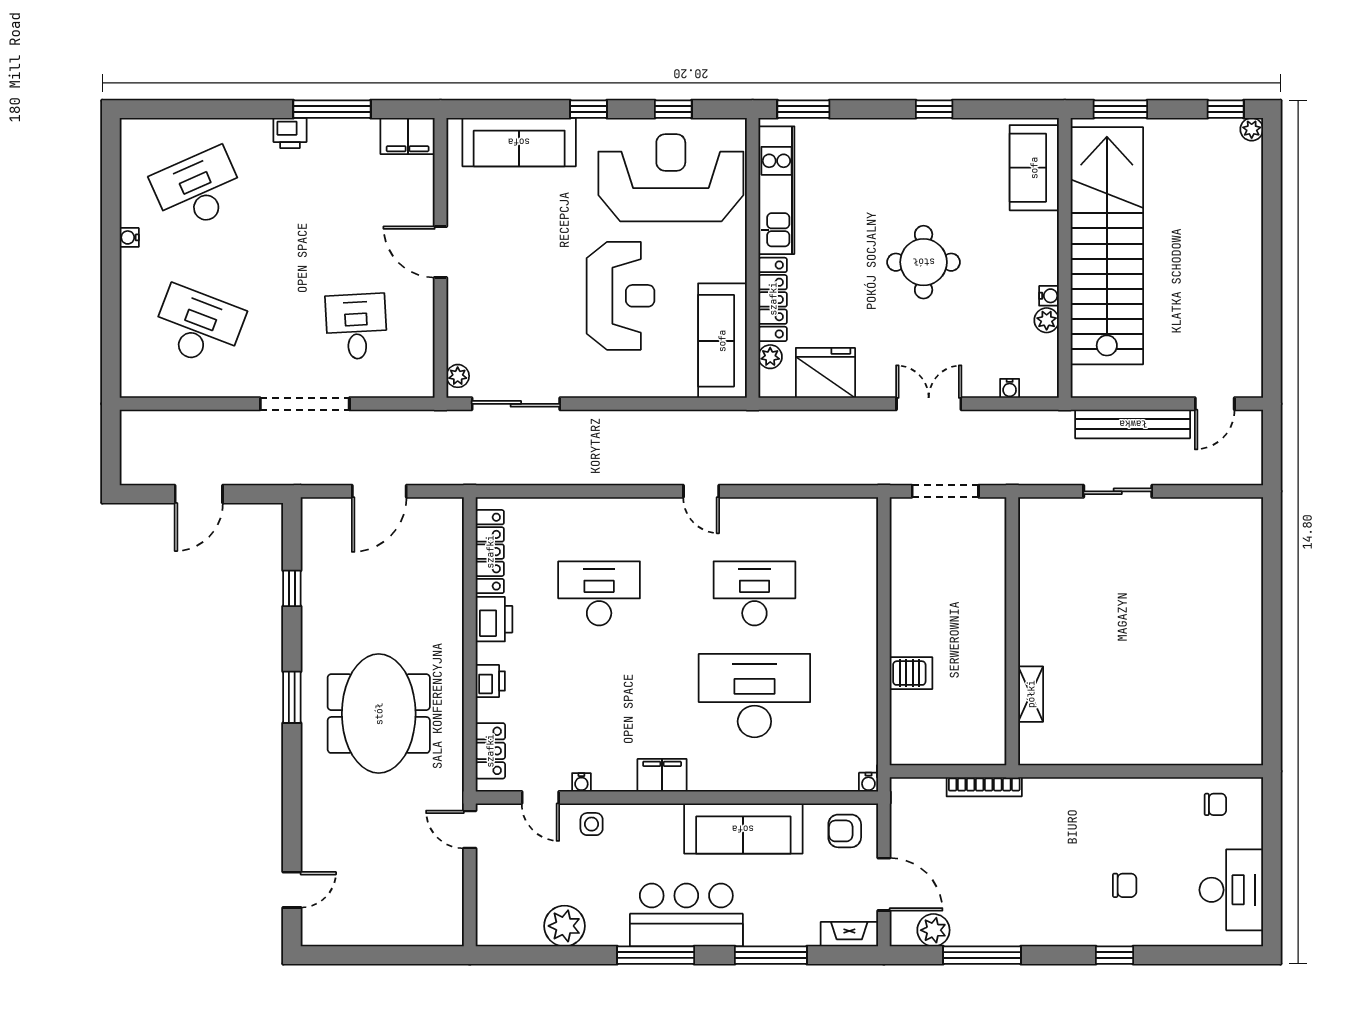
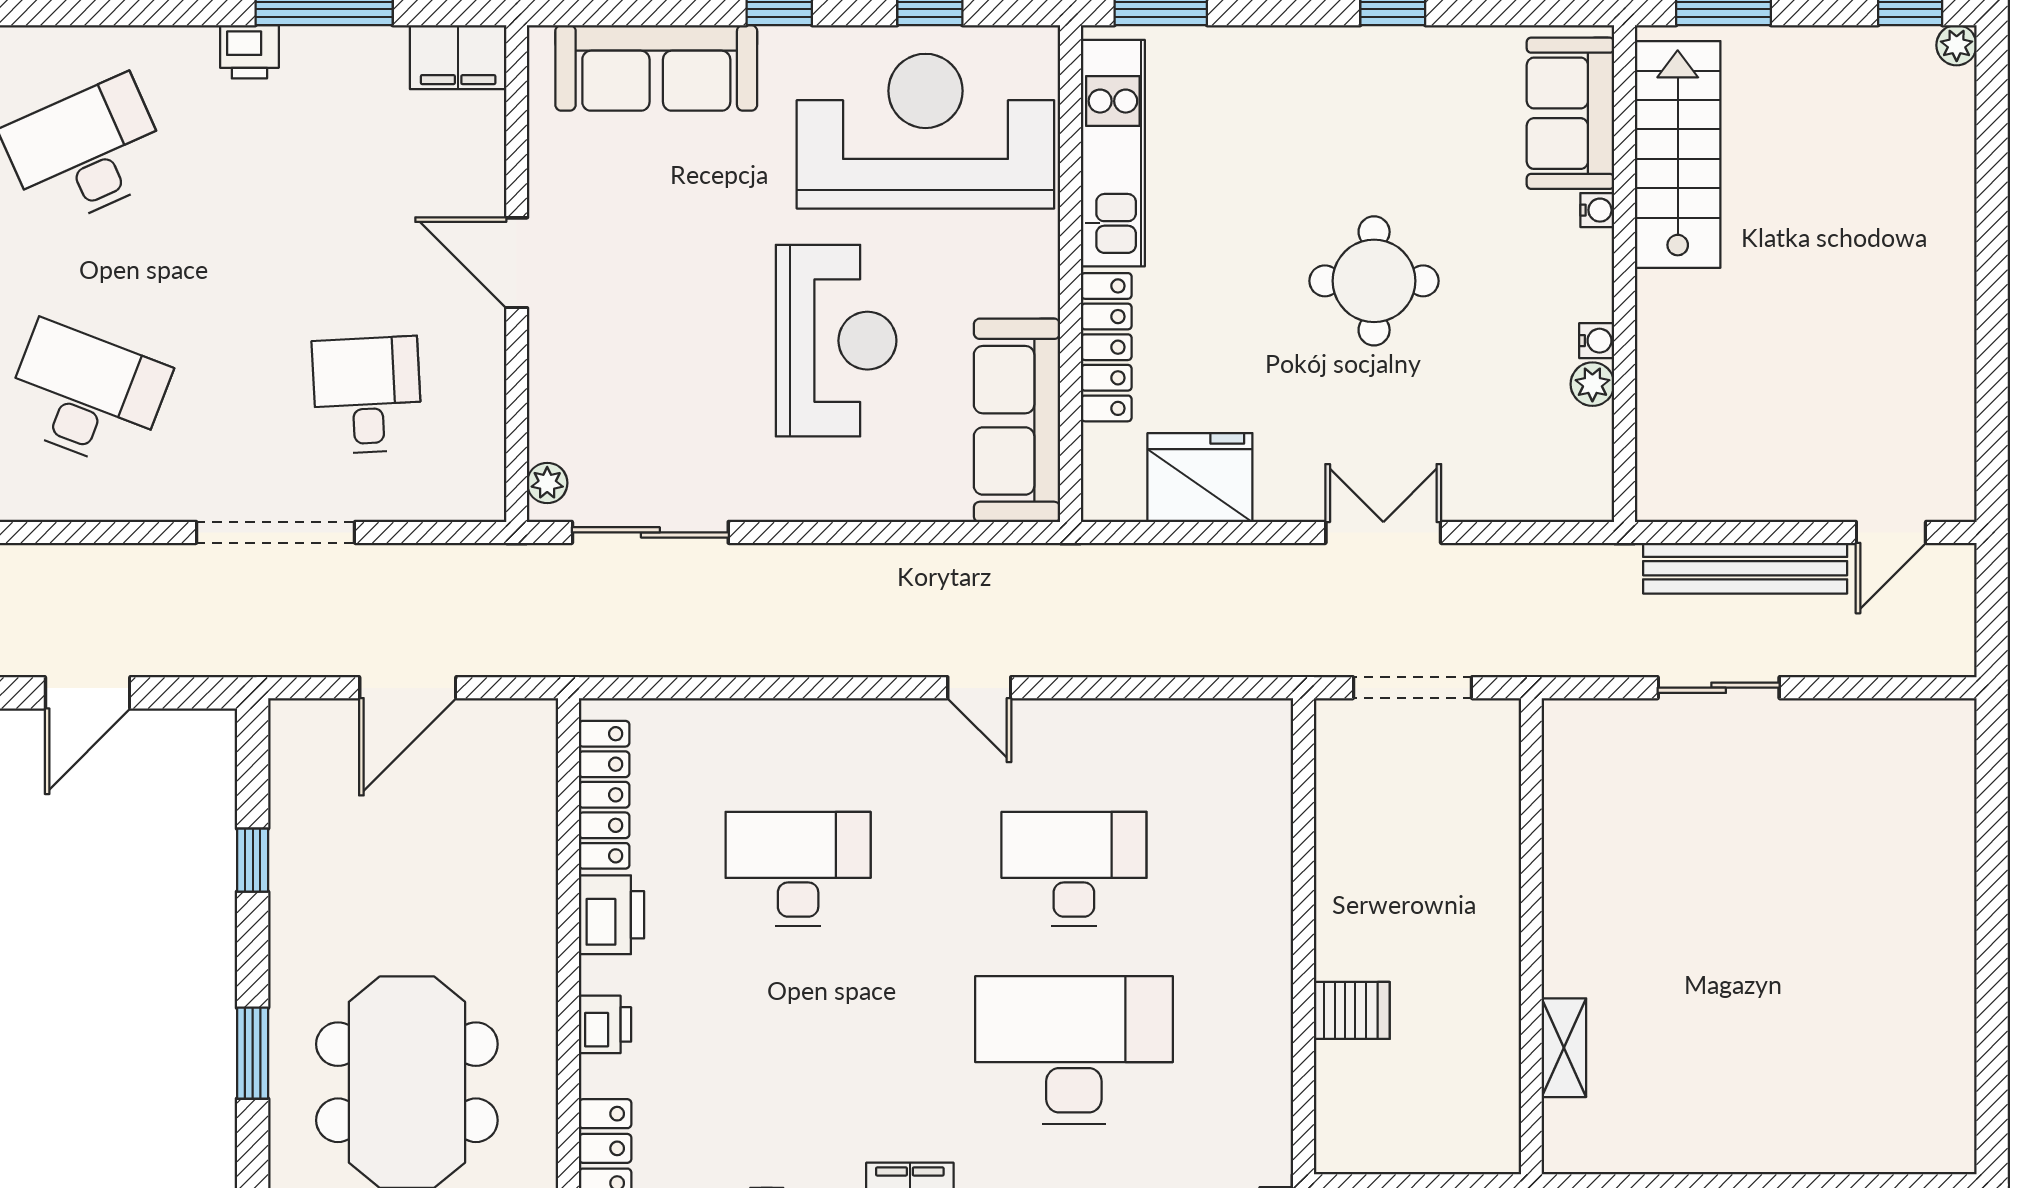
stairs: (1107, 246) -> (1678, 154), width x0.54, depth x0.66
plant: (770, 357) -> (1102, 449), removed
water cooler: (1010, 388) -> (1597, 210), moved, turned -90

